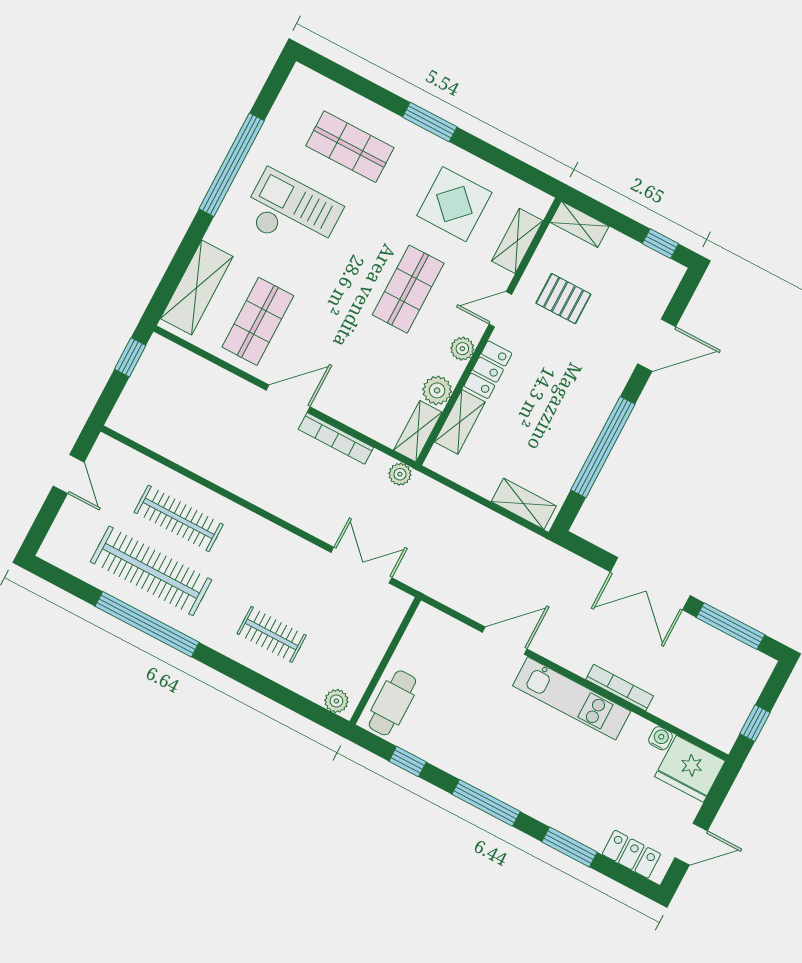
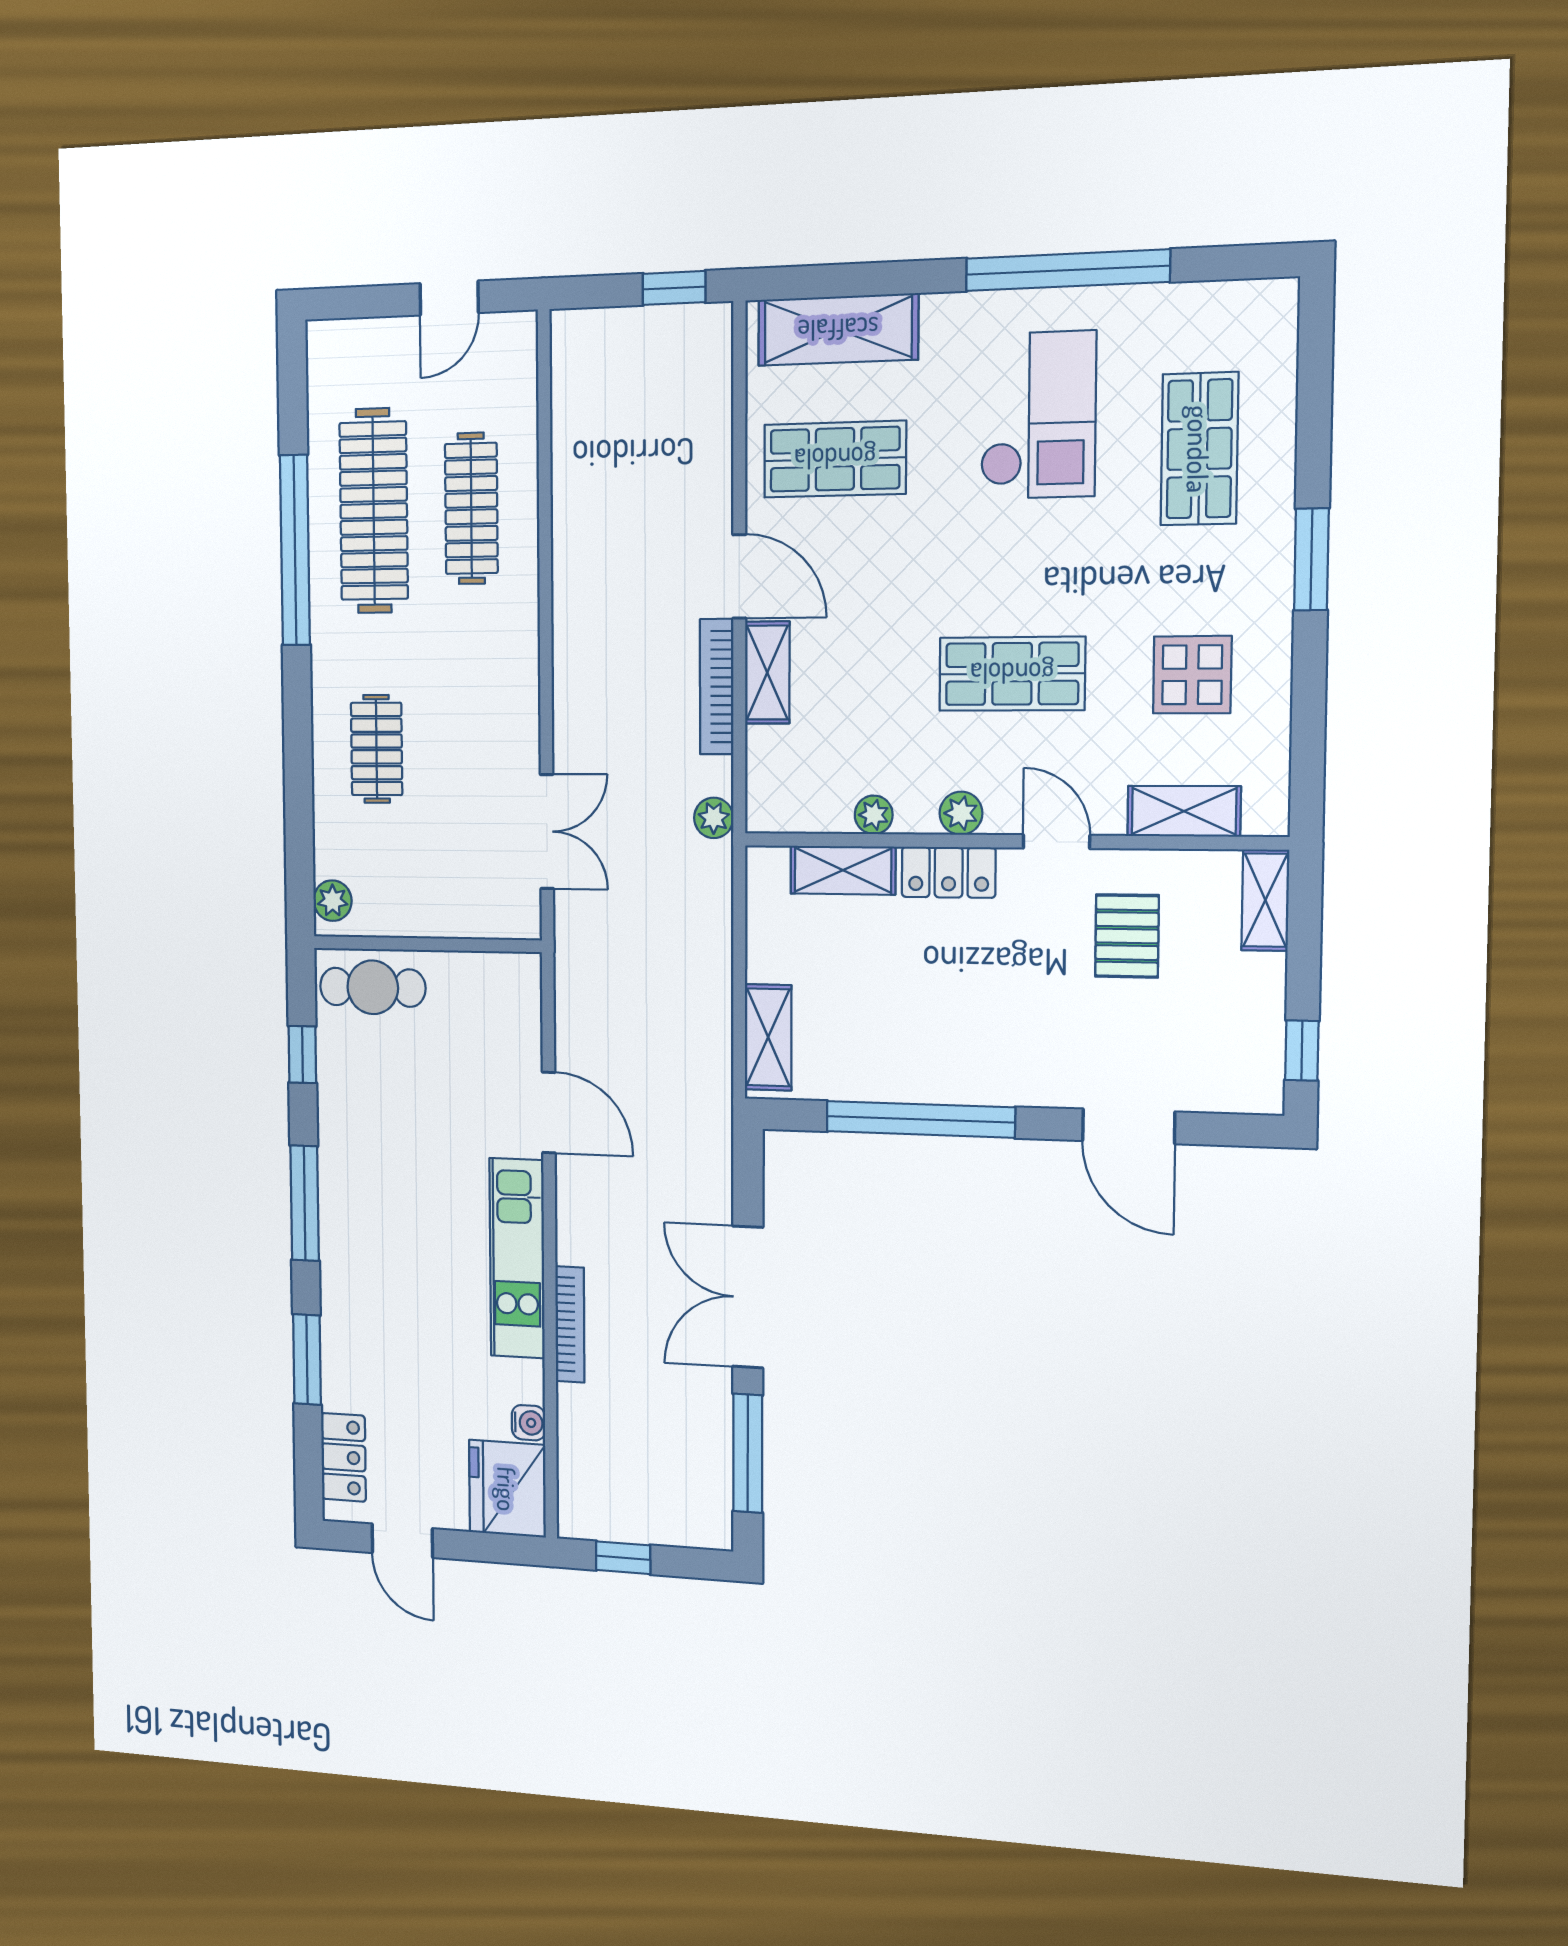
display table: (454, 204) -> (1192, 675), width x0.73, depth x0.73
plant: (437, 390) -> (874, 815), width x0.73, depth x0.73
shelving: (418, 431) -> (767, 673), moved, turned 90

